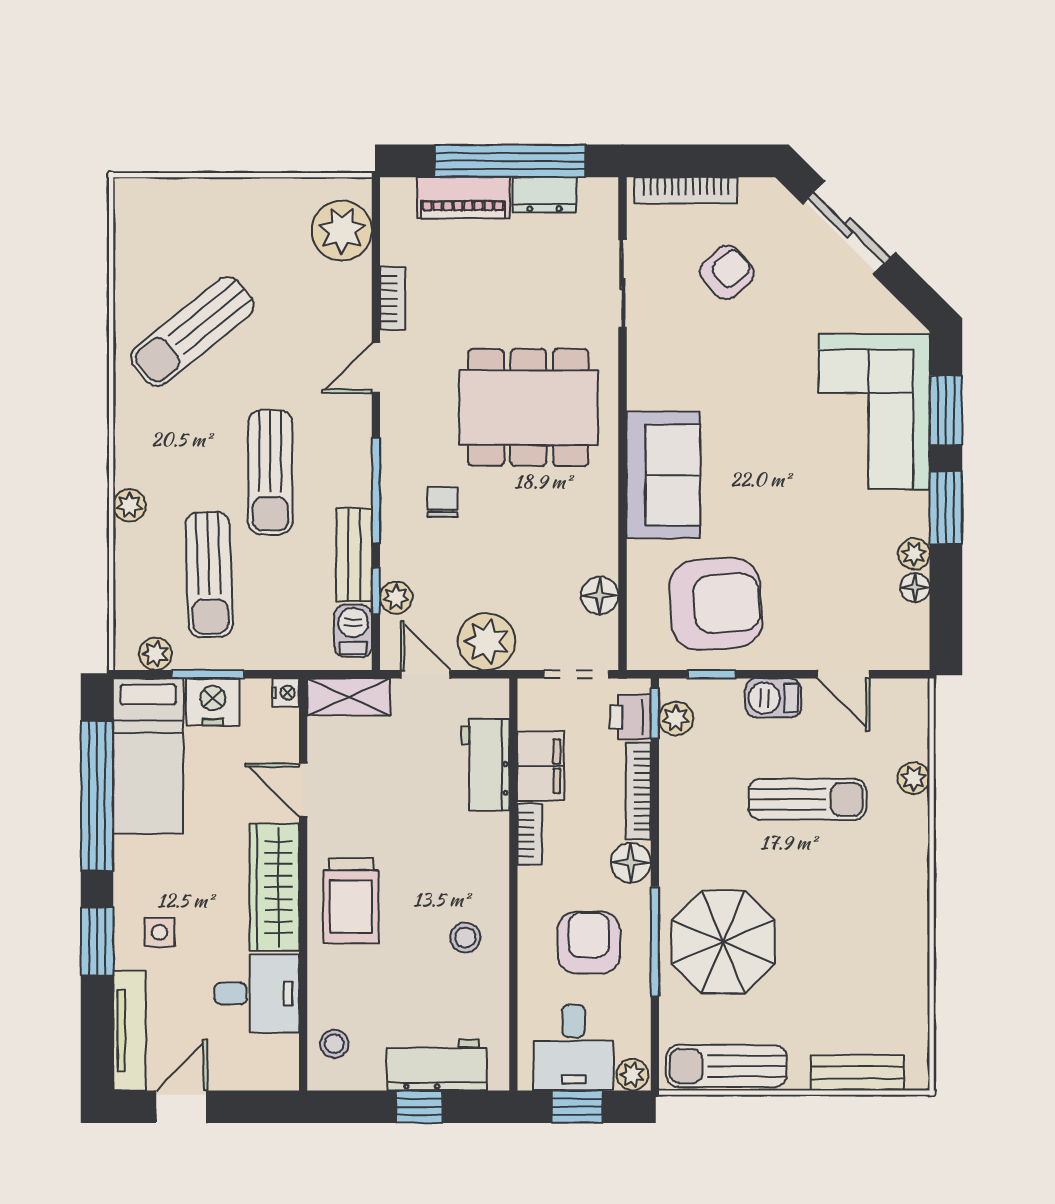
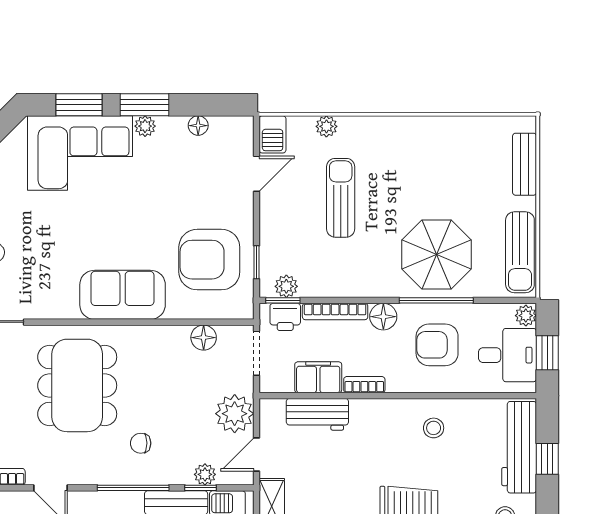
plant: (914, 554) -> (145, 126), moved
armchair: (716, 604) -> (209, 260), turned -86
barbecue: (773, 698) -> (273, 134), moved
workbench: (437, 1065) -> (519, 447), width x1.37

